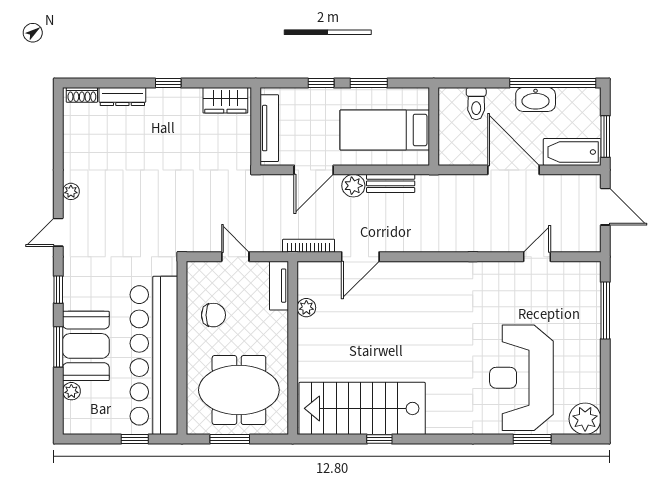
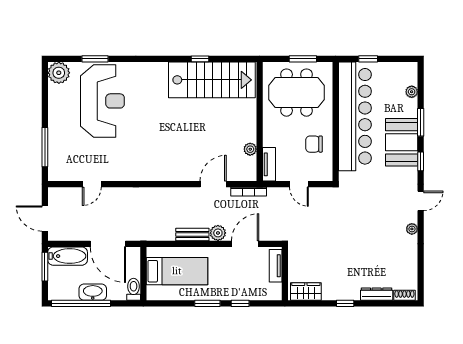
wall: (434, 126) -> (143, 274), moved
tv unit: (269, 128) -> (276, 266), width x0.71
bed: (385, 130) -> (177, 271), moved
booth: (86, 346) -> (402, 142), moved

